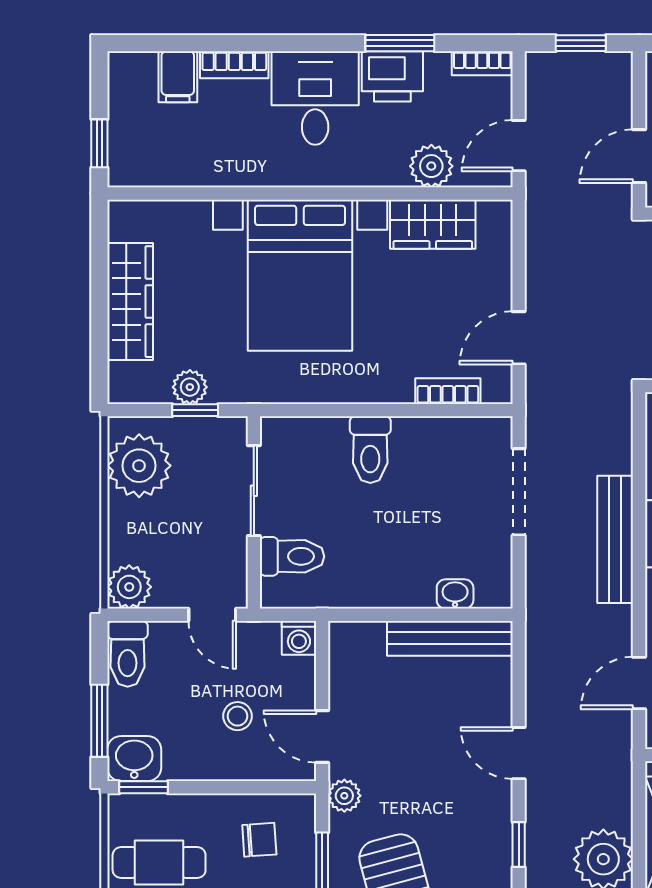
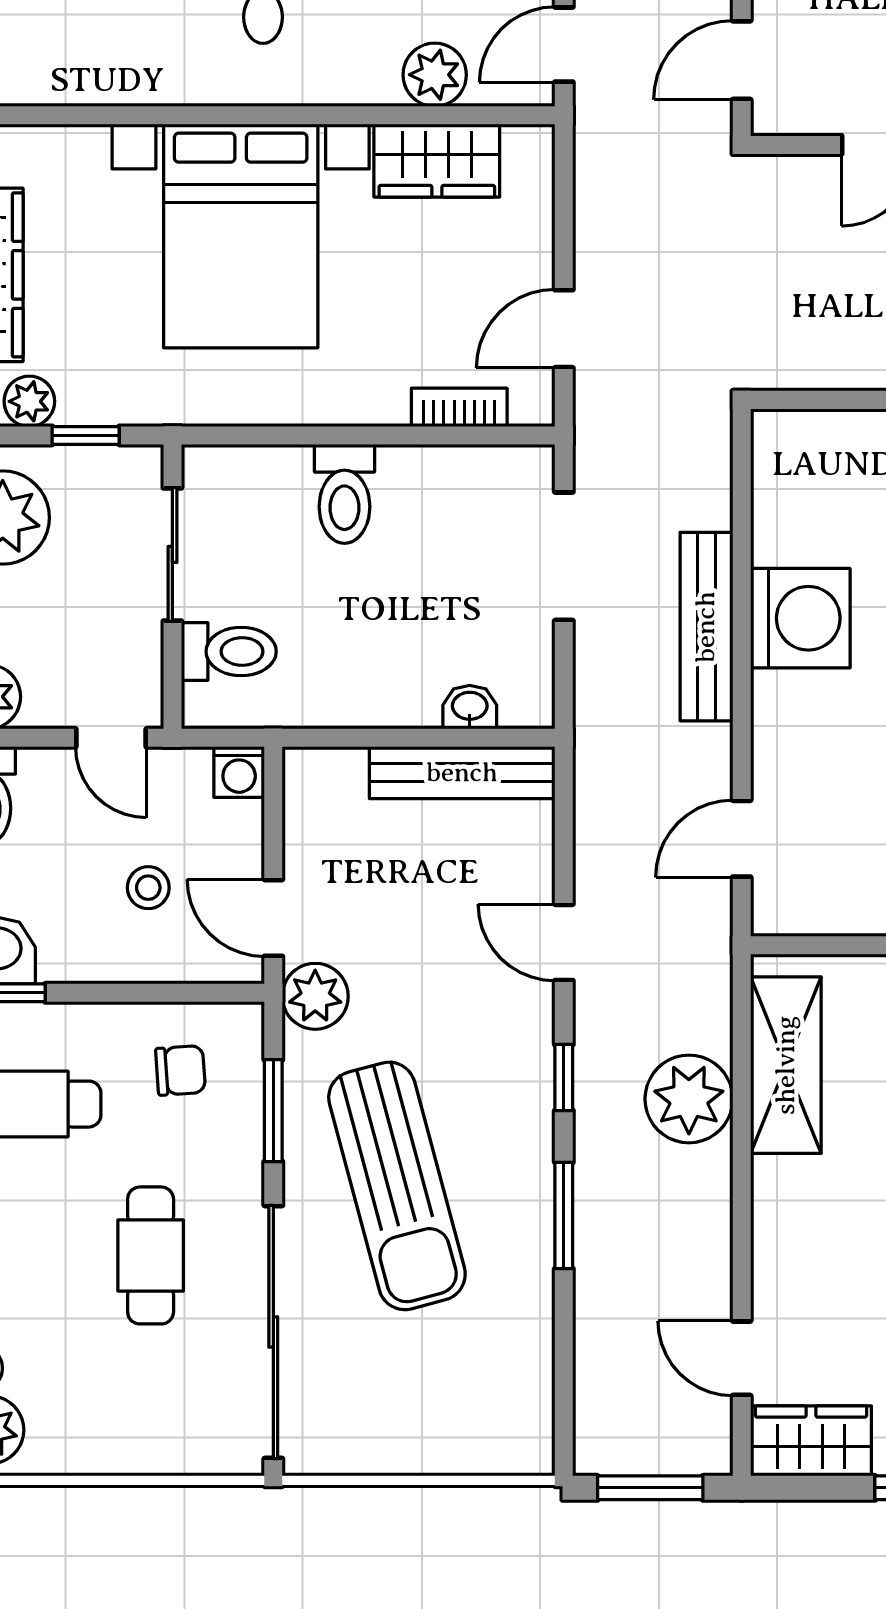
plant: (190, 387) -> (29, 401), moved
plant: (344, 796) -> (315, 996), width x1.38, depth x1.38

